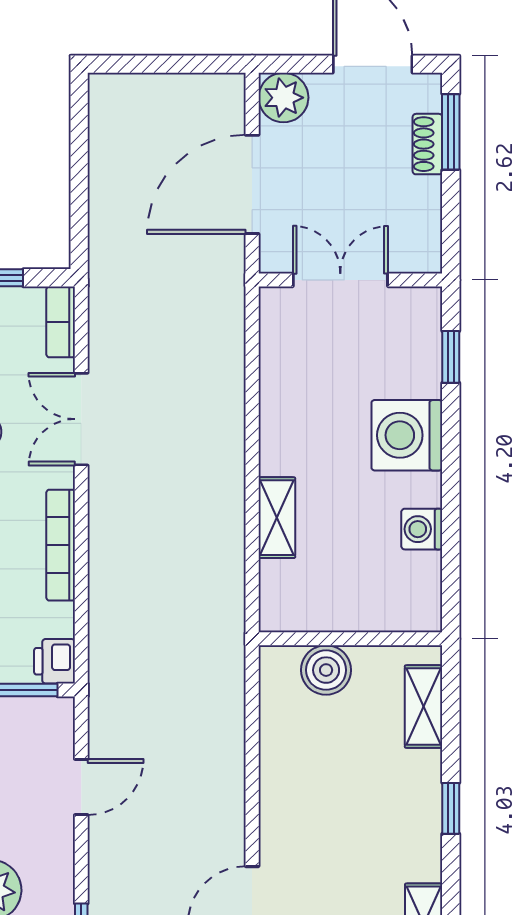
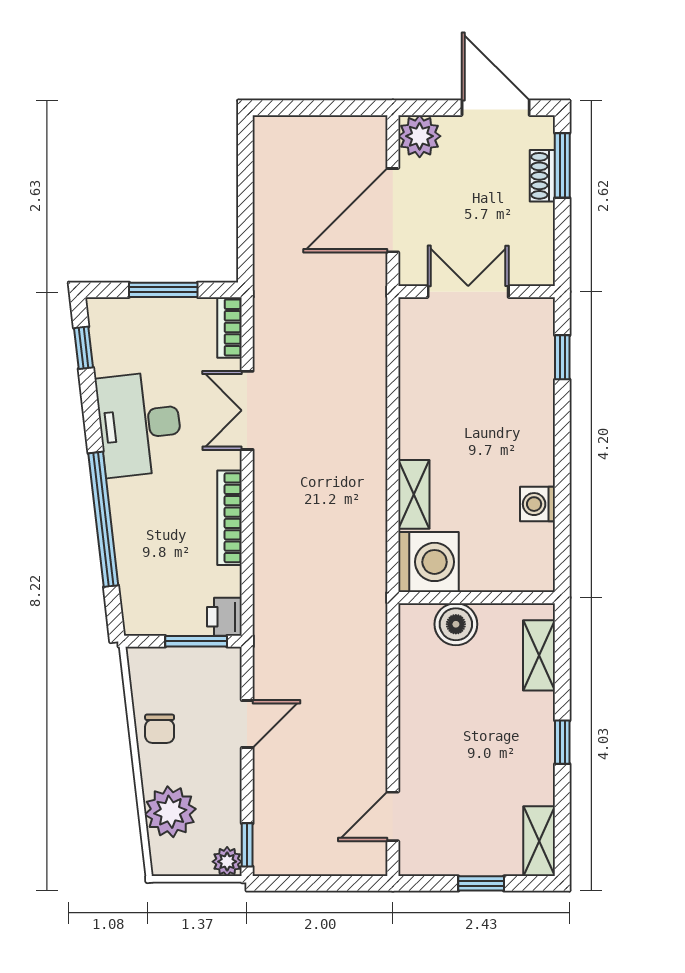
washing machine: (407, 435) -> (428, 562), moved, turned 180

